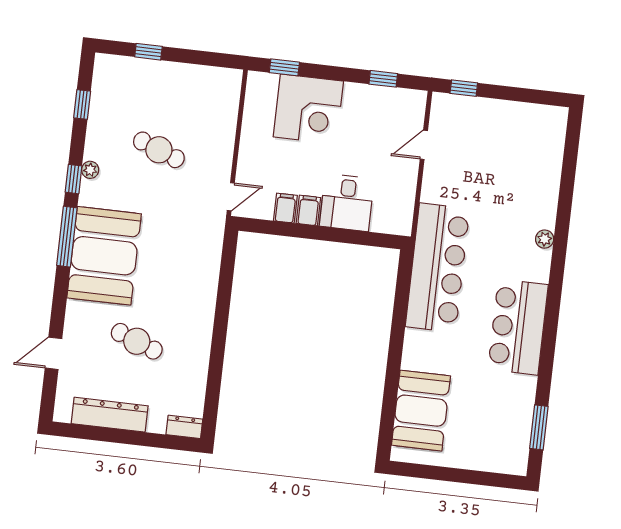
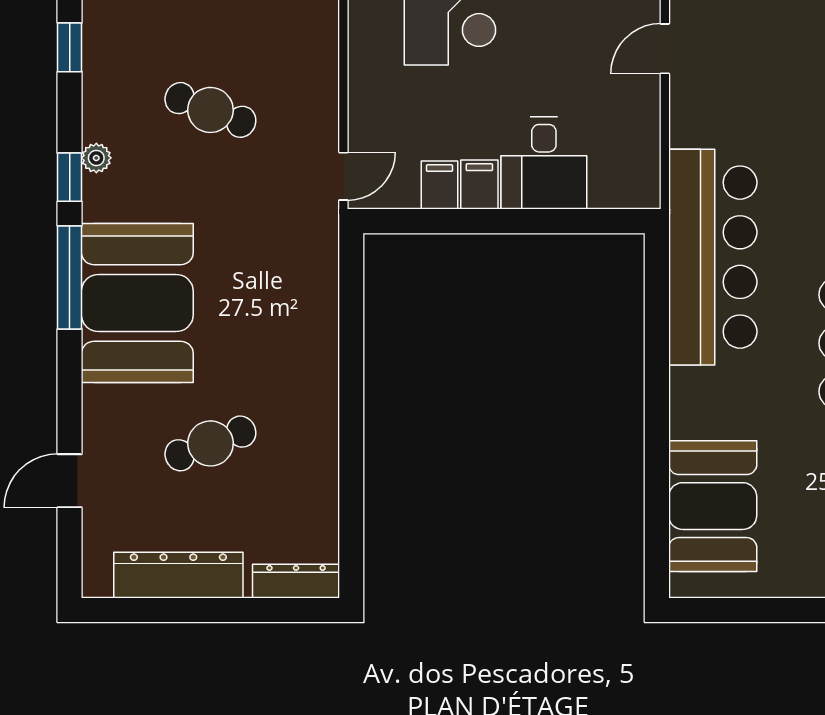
cafe table: (137, 341) -> (210, 443), turned -42
dresser: (184, 427) -> (296, 581), width x1.44

